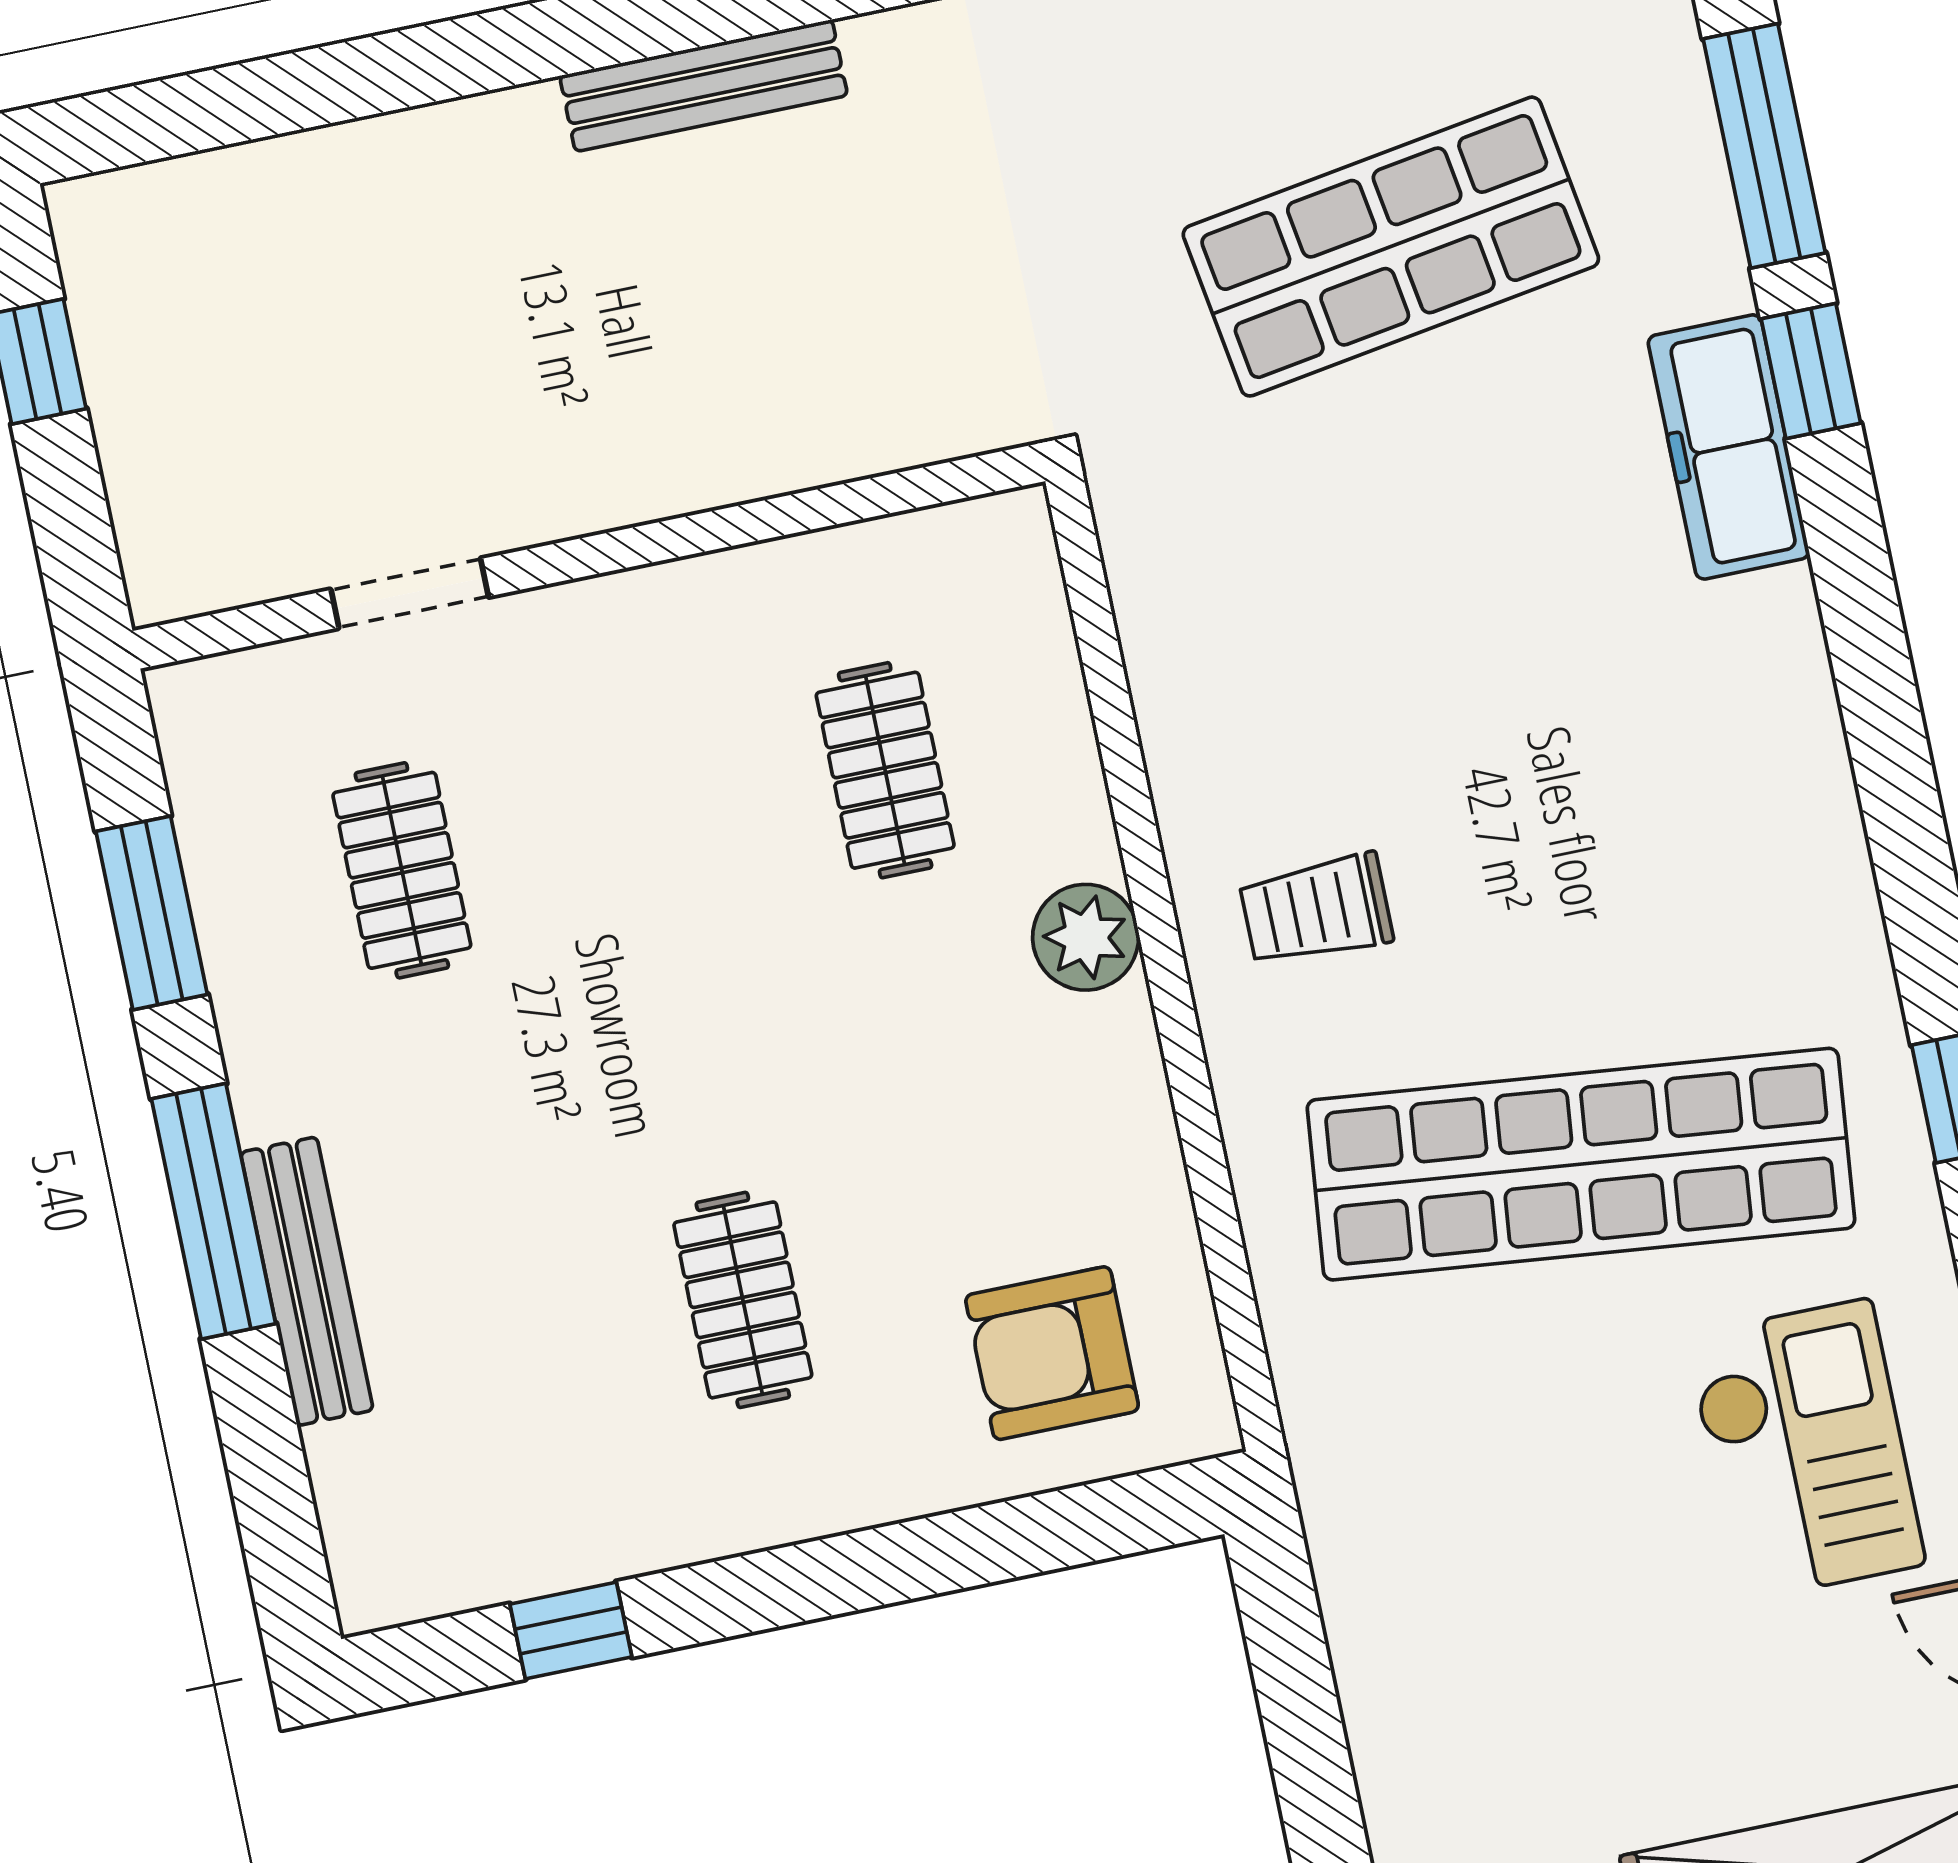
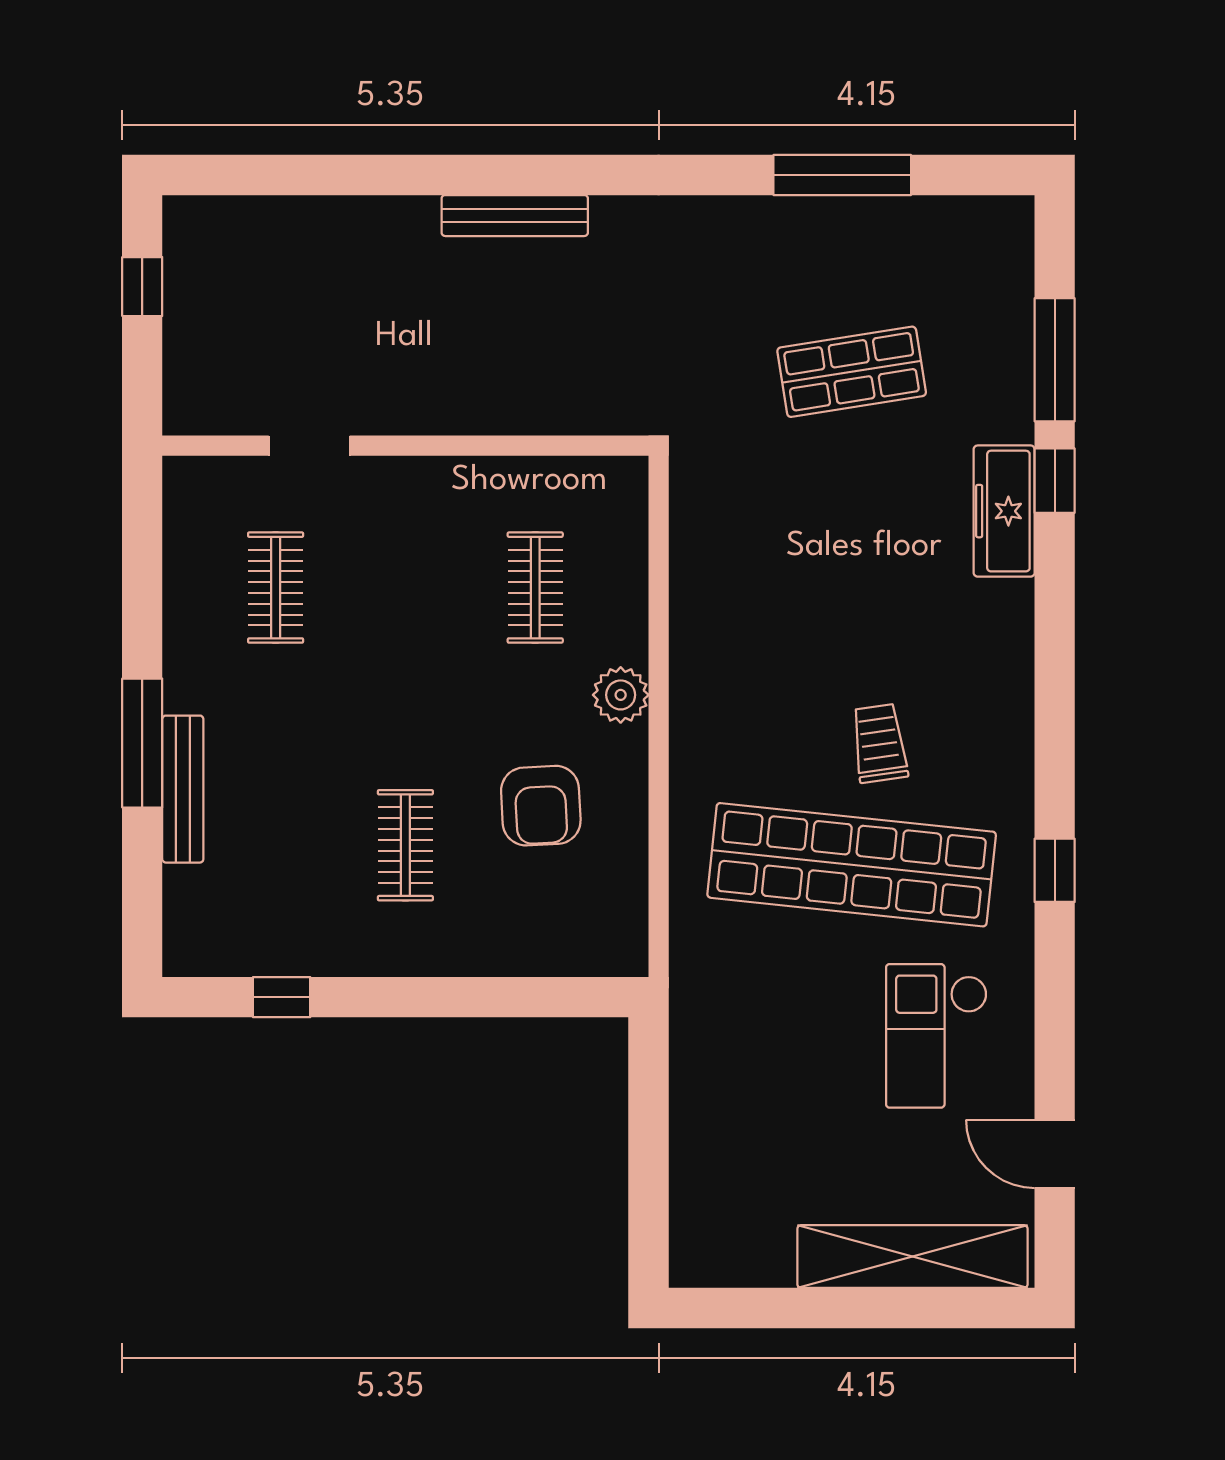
shop shelf: (1391, 247) -> (852, 372), width x0.70, depth x0.74
trolley: (1316, 910) -> (879, 743), moved, turned 82
window: (152, 913) -> (142, 583), removed
armchair: (1052, 1353) -> (541, 806), moved, turned -93
checkout: (1805, 1450) -> (936, 1036), turned 180

